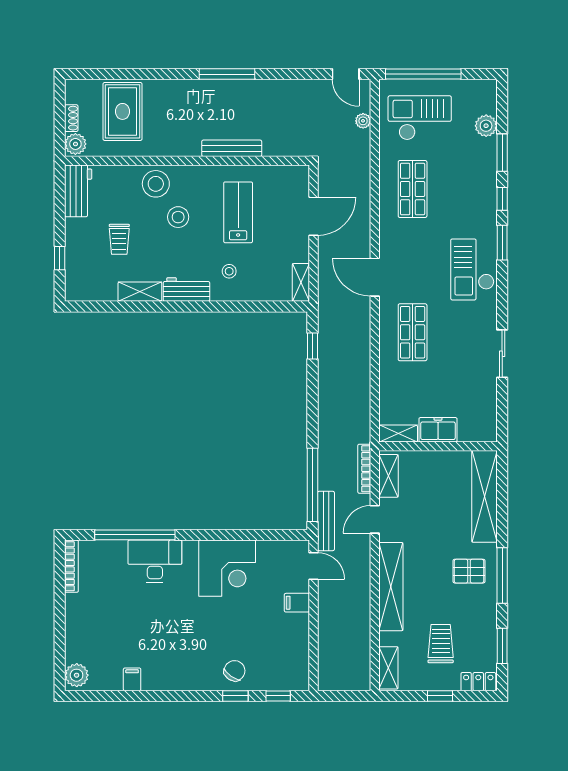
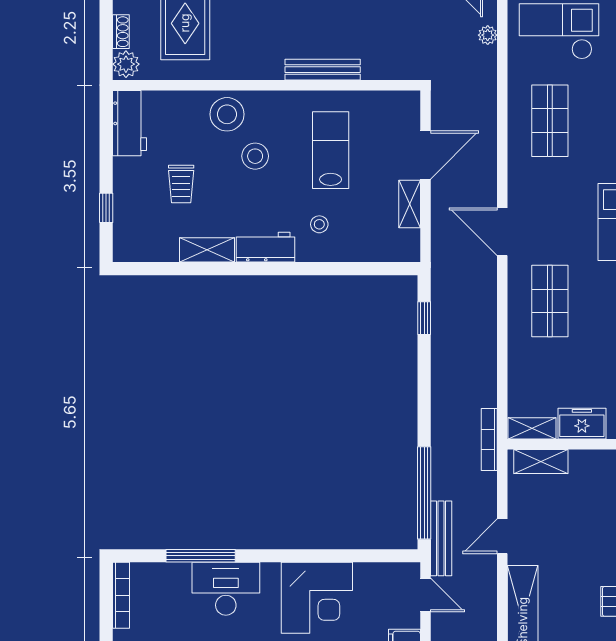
shelving: (301, 282) -> (410, 204), moved
bookcase: (364, 469) -> (489, 440), moved
shelving: (388, 476) -> (541, 462), moved, turned 90
window: (135, 535) -> (201, 556), width x0.68

